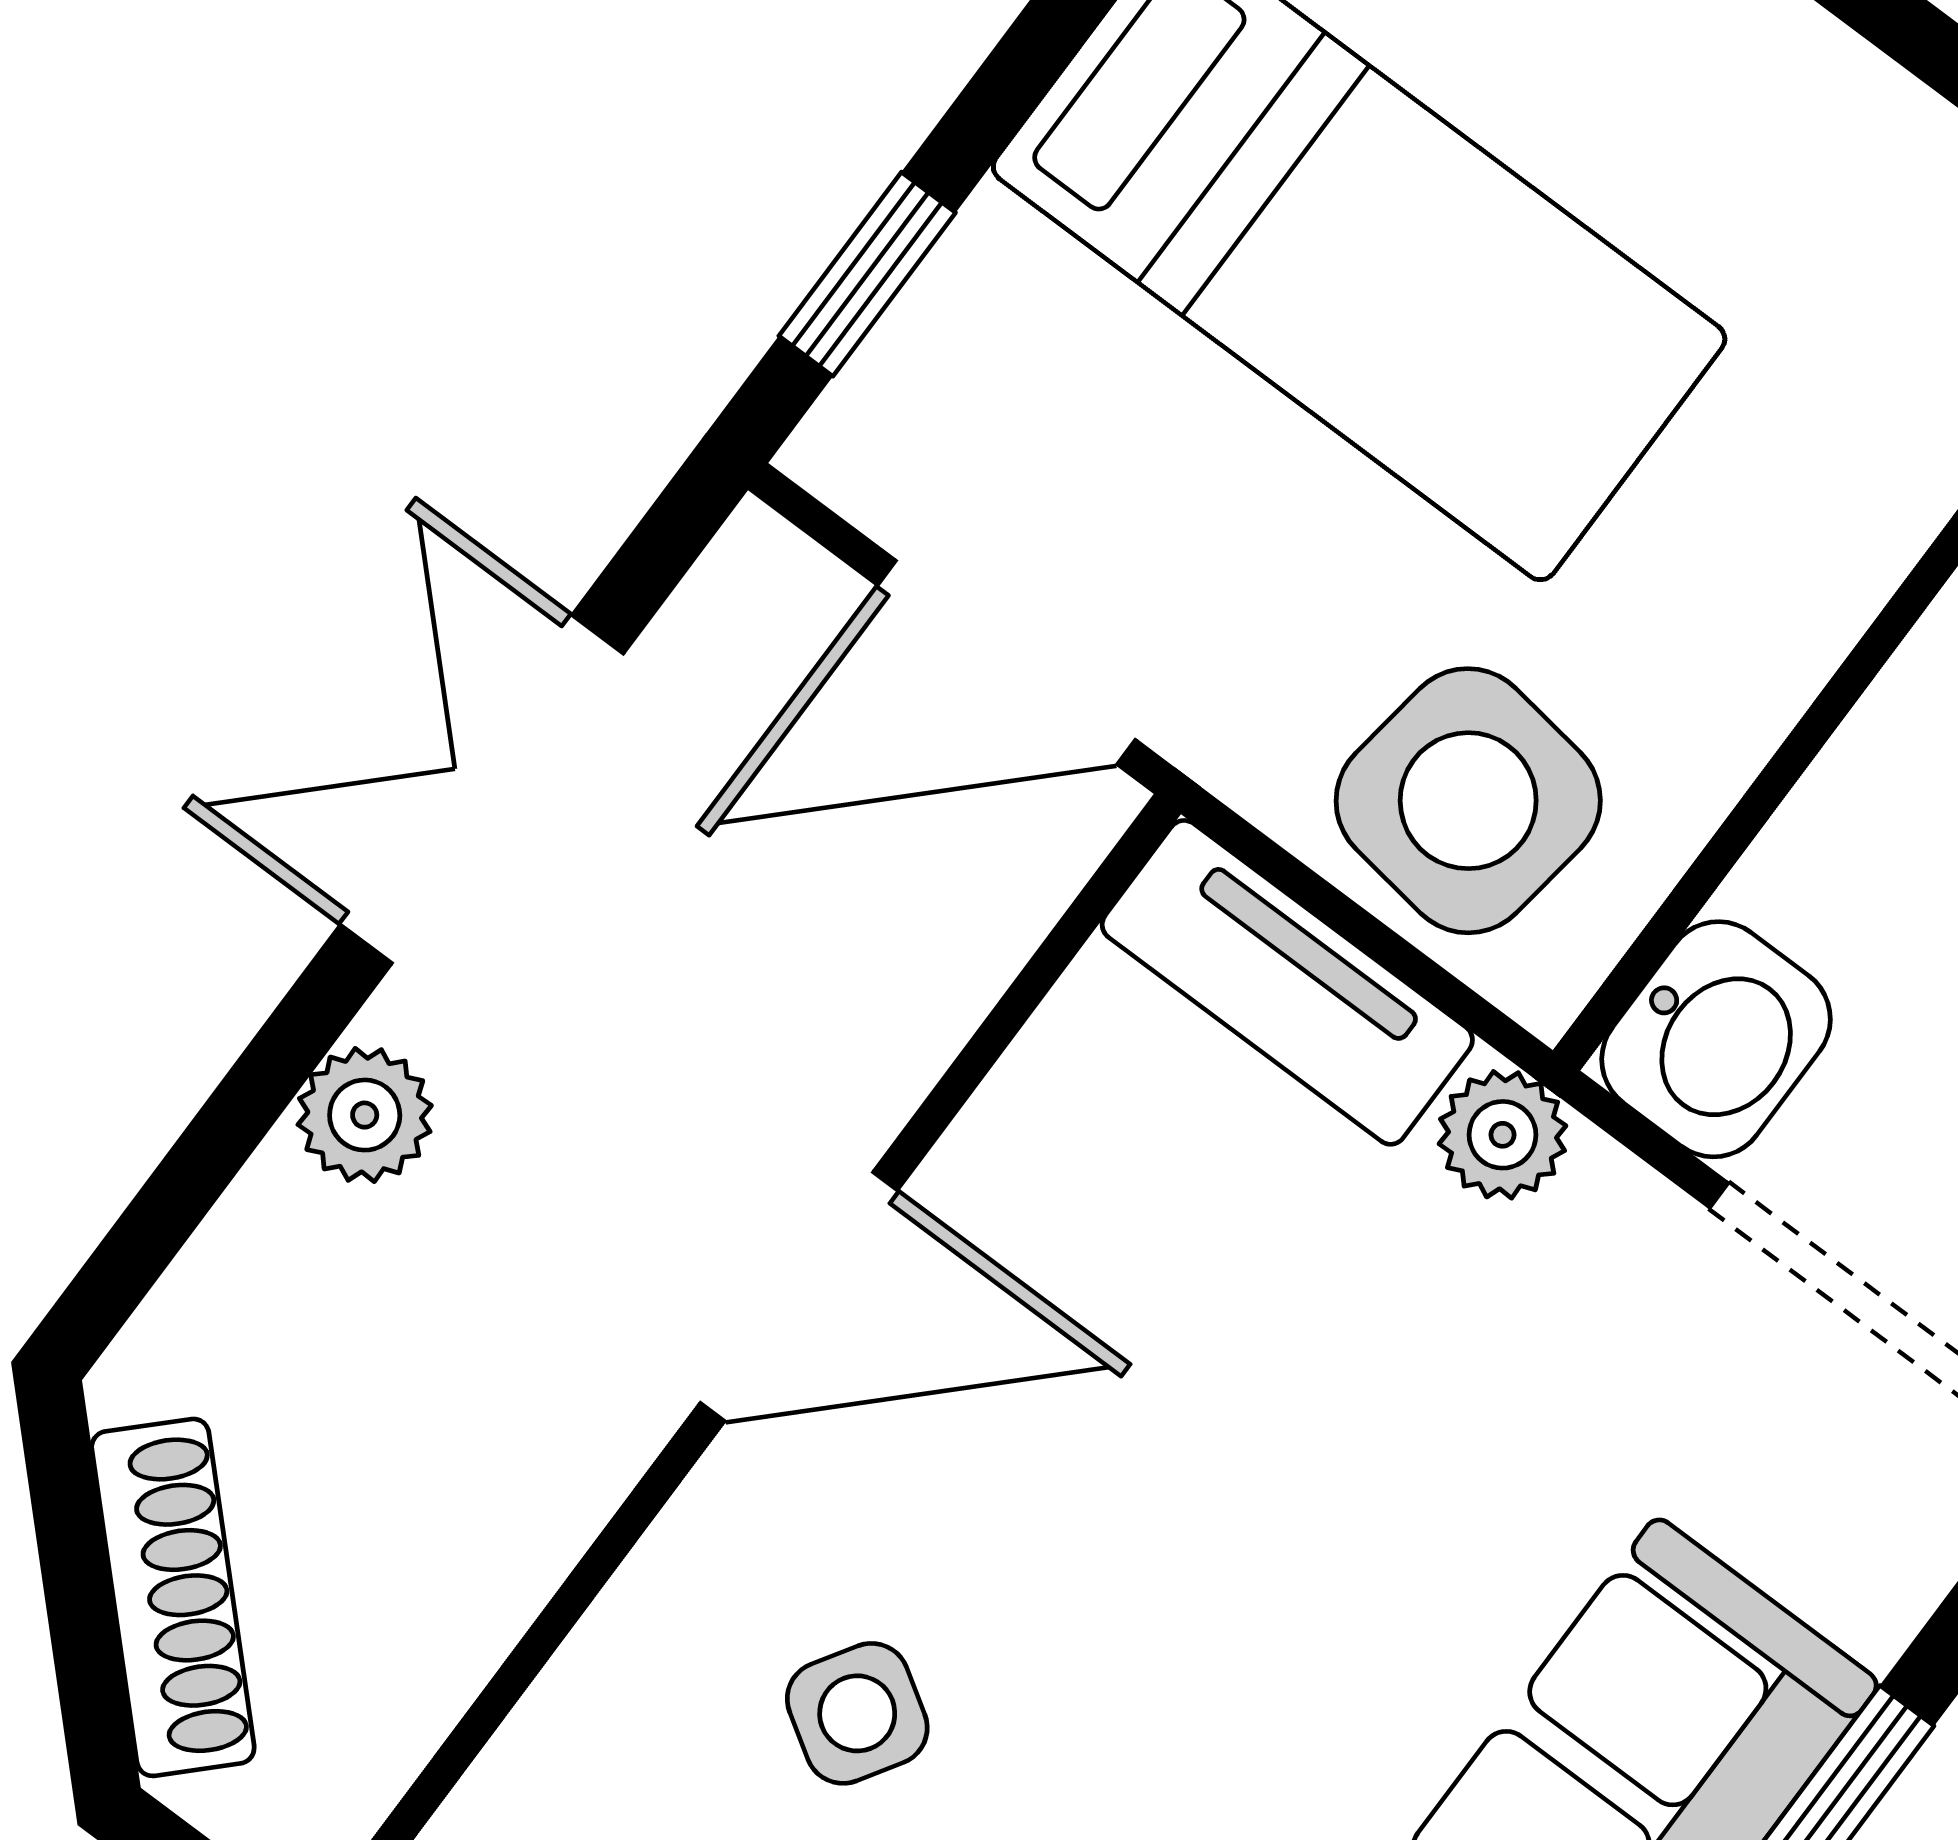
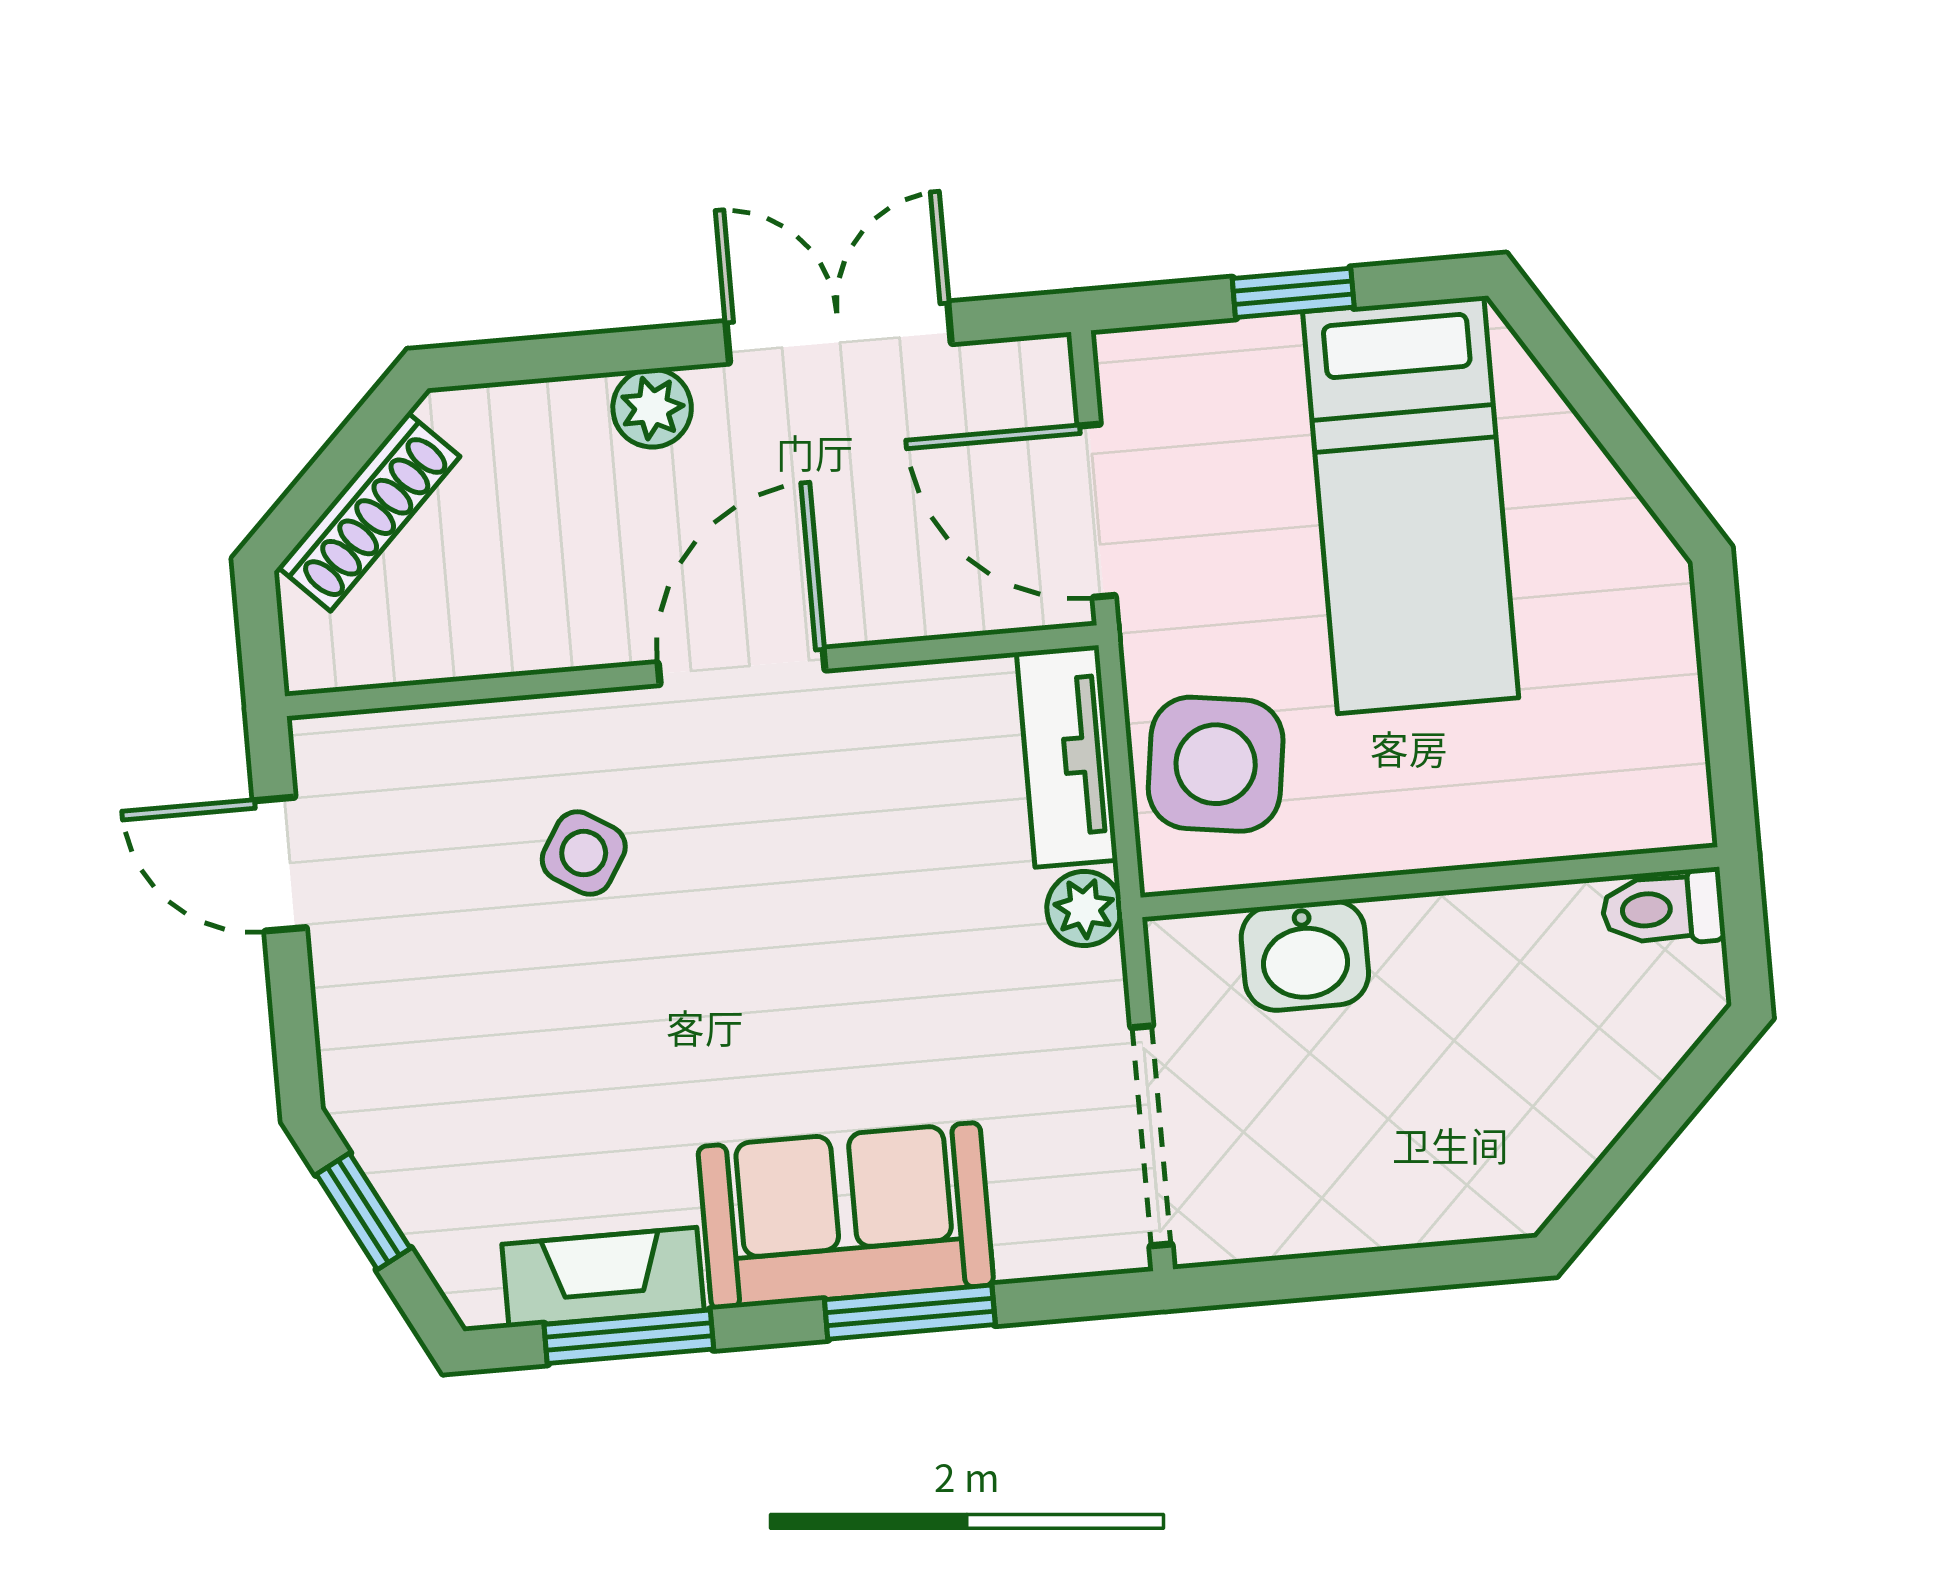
window: (867, 274) -> (1293, 293), moved
washbasin: (1716, 1039) -> (1305, 955), moved
door: (799, 1297) -> (742, 666), swing flipped

